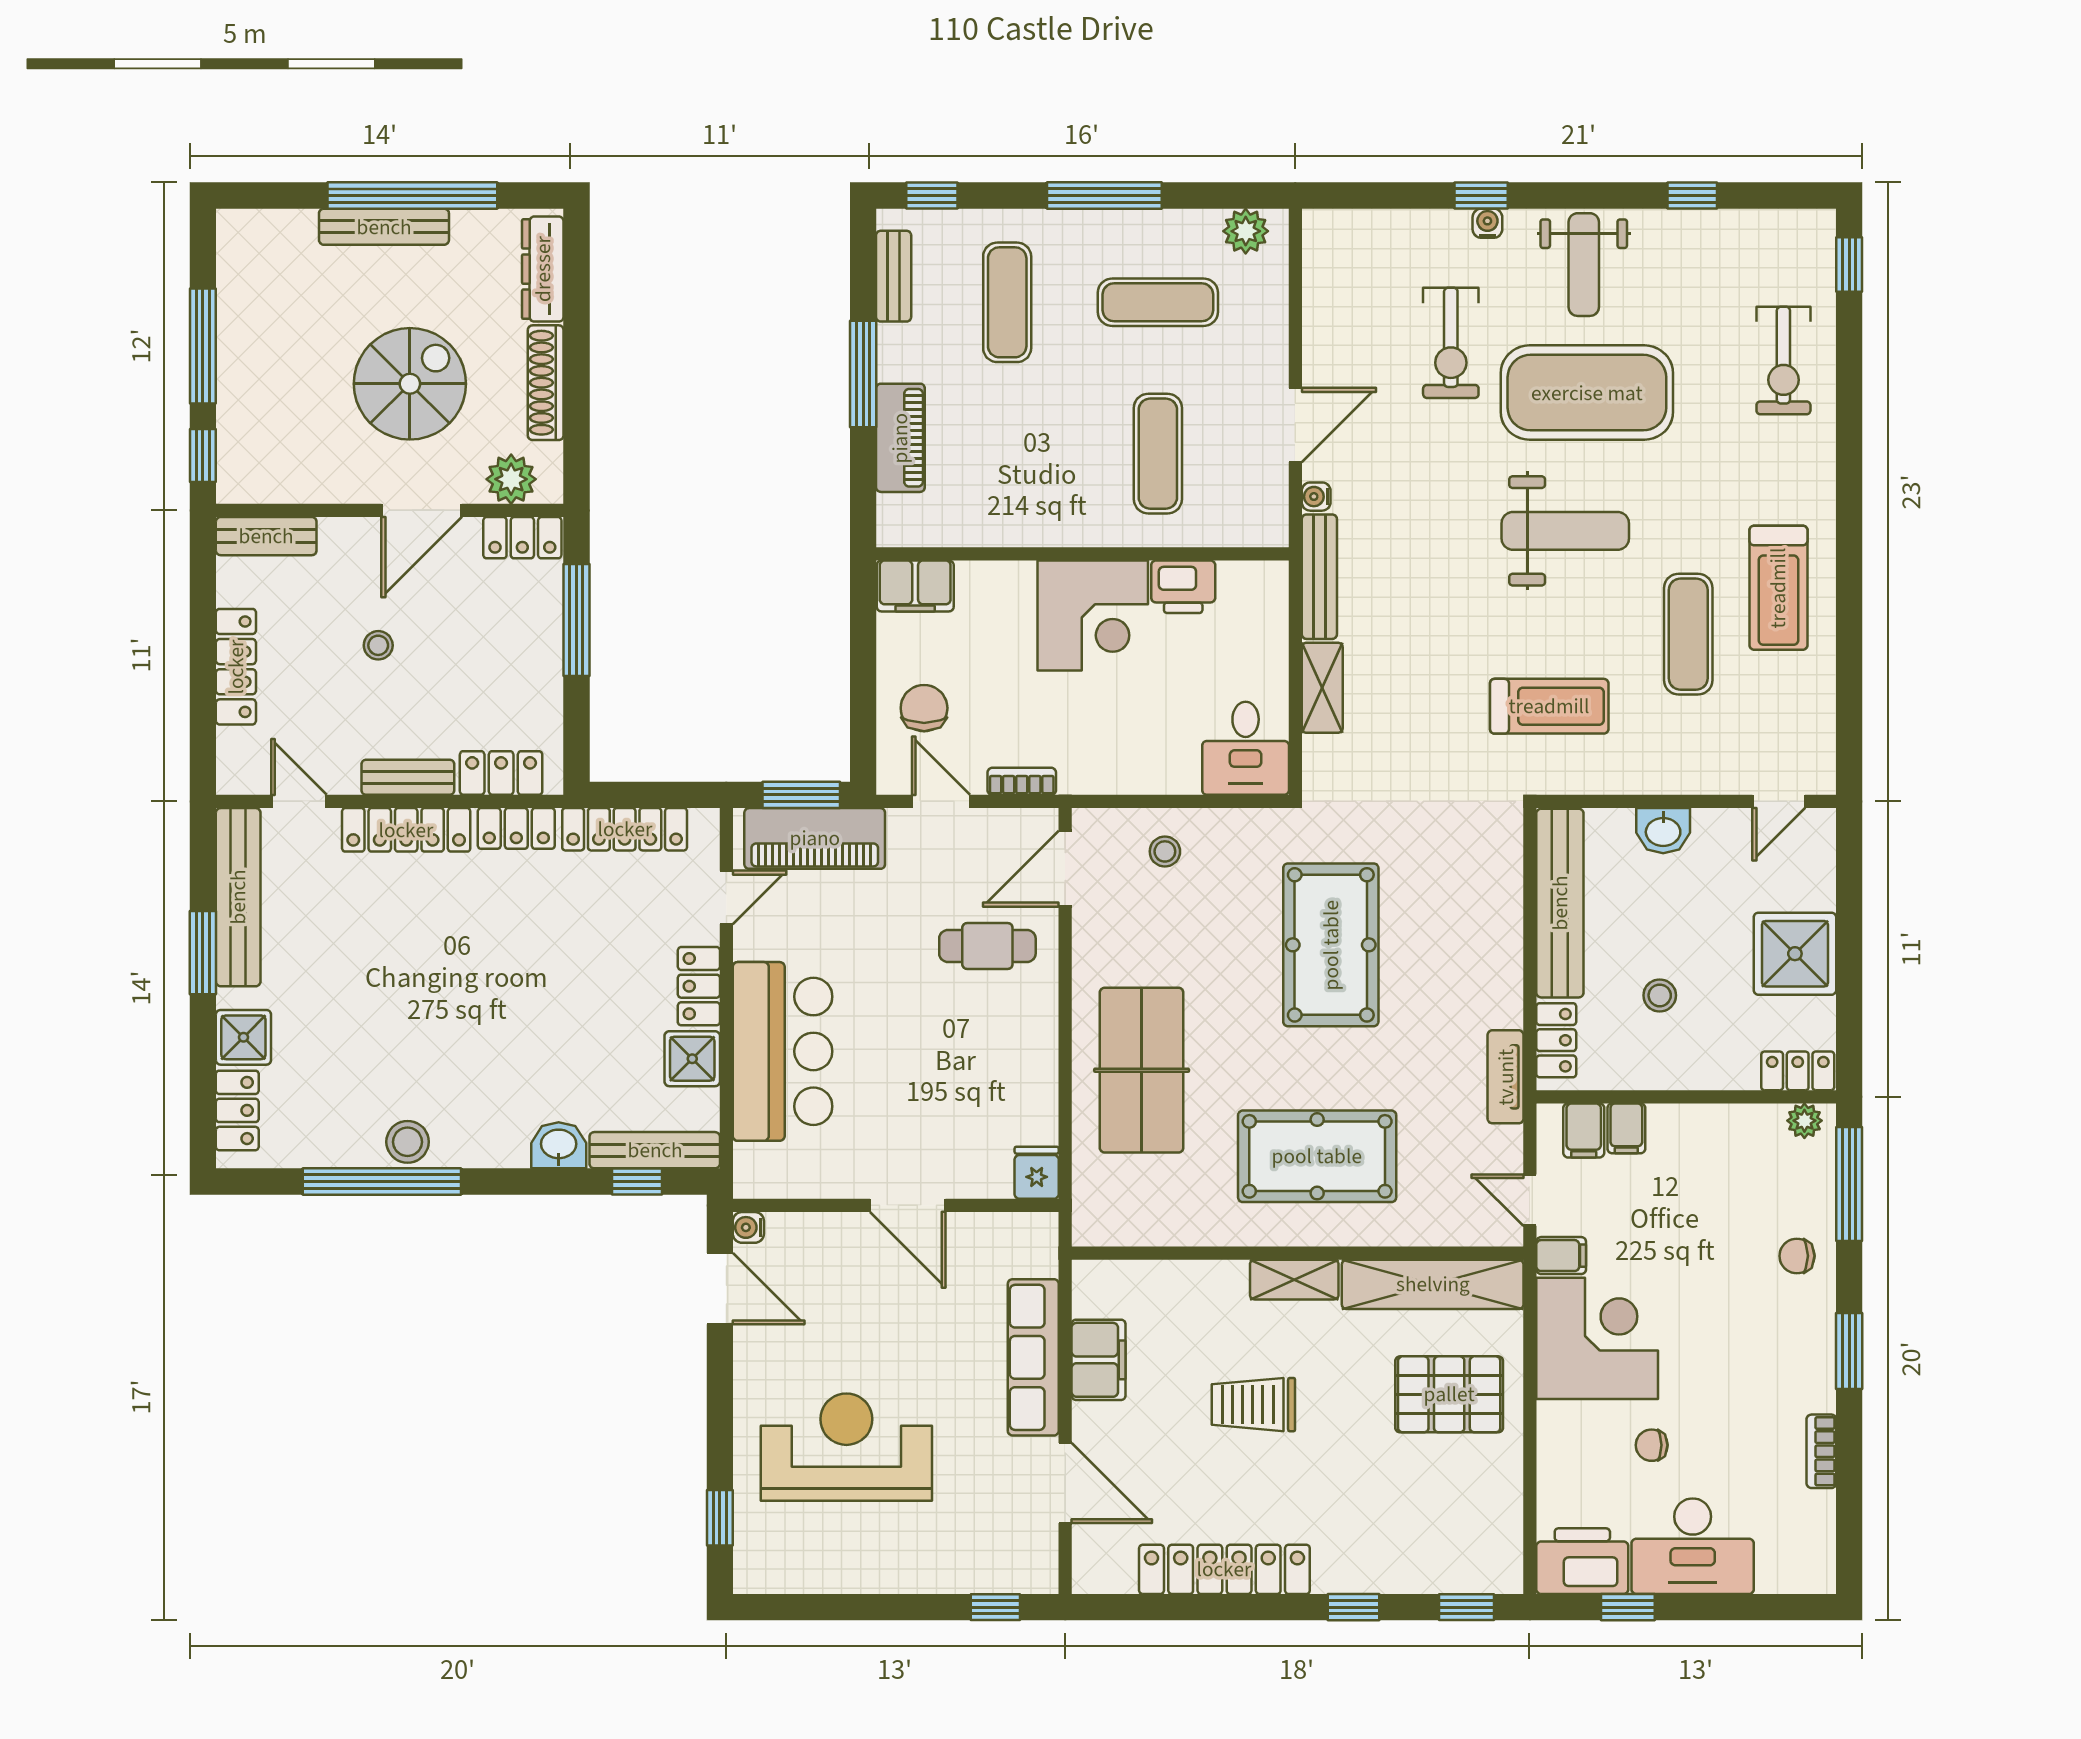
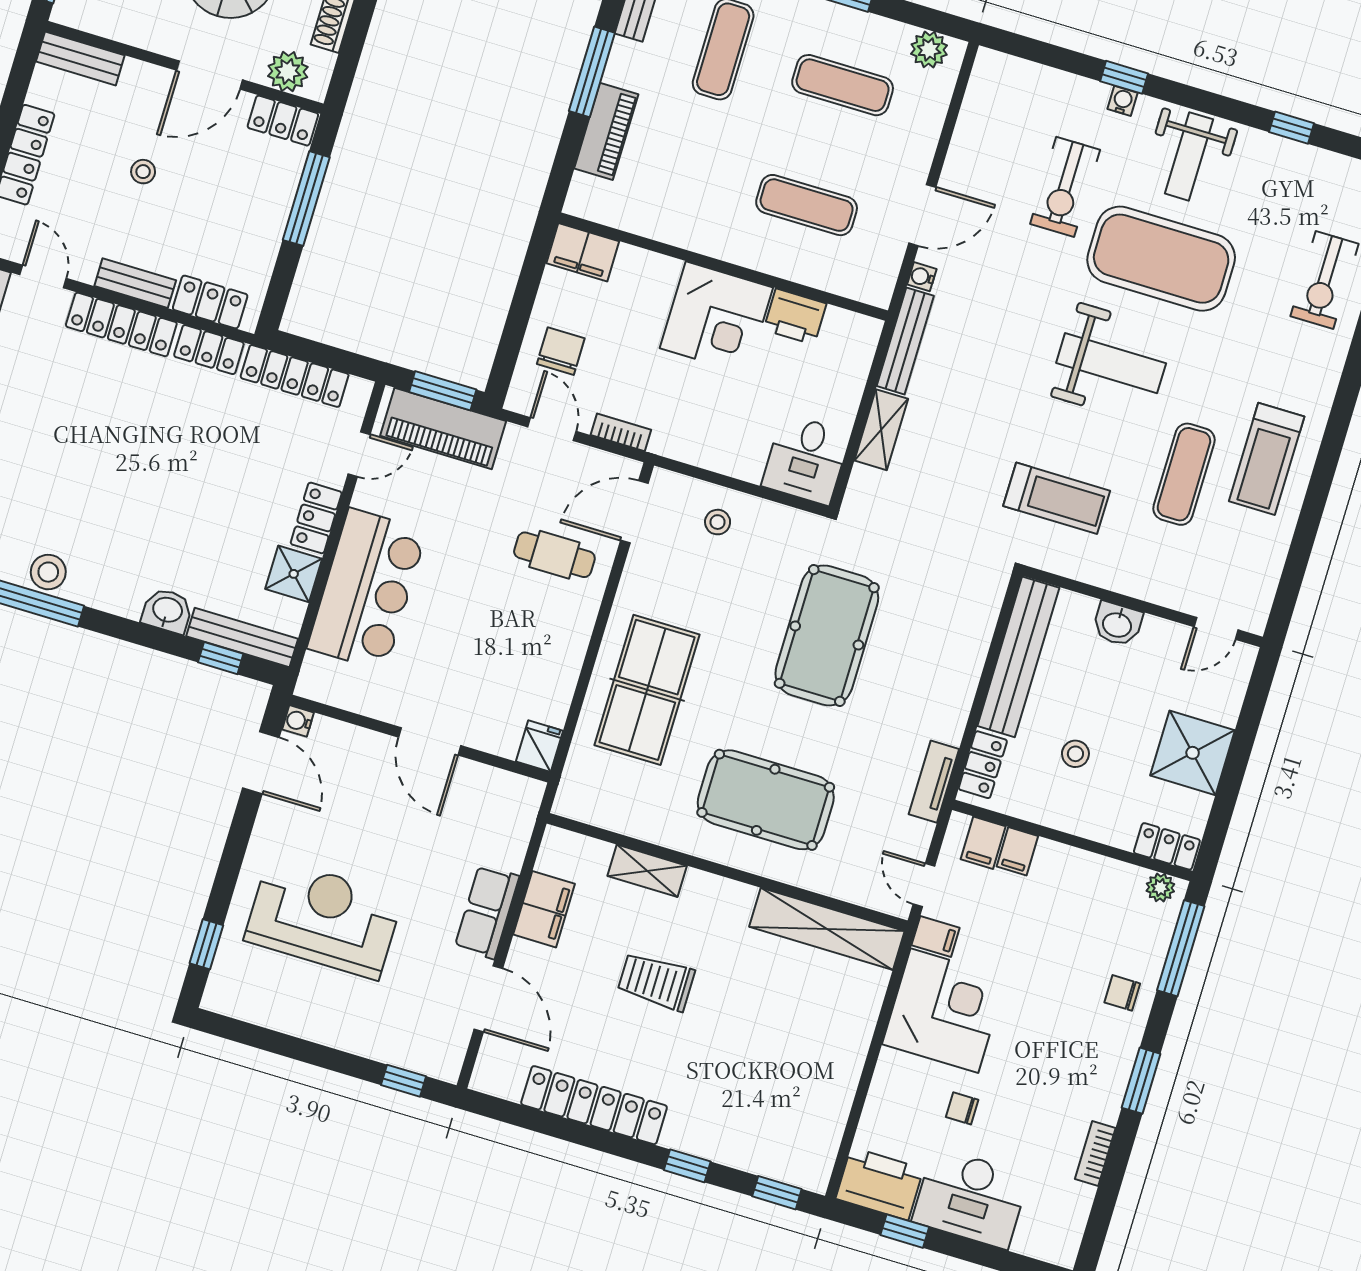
exercise mat: (1158, 454) -> (807, 205), turned 90
shelving: (1294, 1280) -> (647, 871), moved
row of seats: (1033, 1357) -> (487, 912), width x0.68
pallet: (1449, 1394) -> (814, 1020), removed

